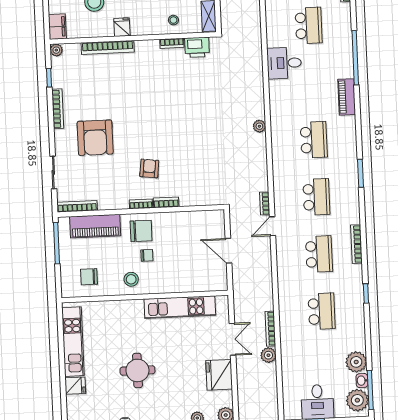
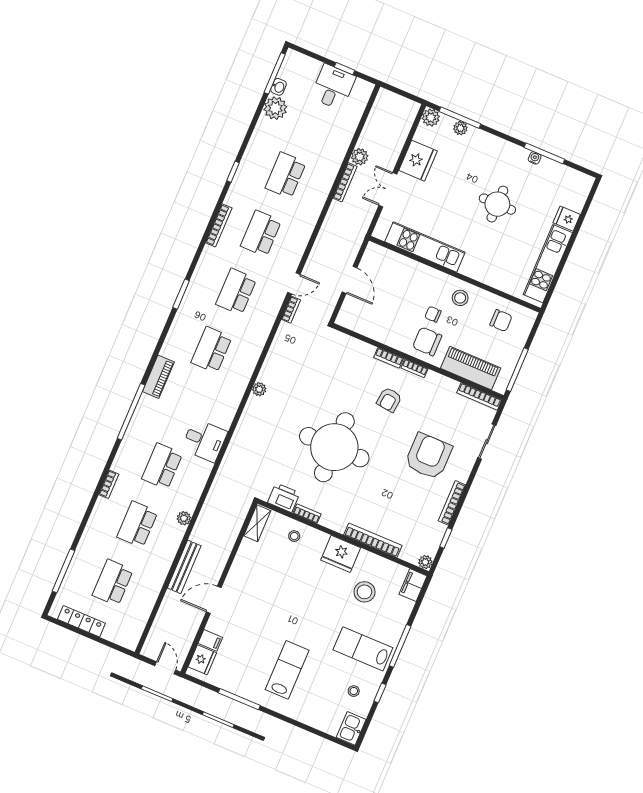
fridge: (122, 27) -> (341, 554), width x1.88, depth x1.34
round table: (175, 108) -> (334, 447), added
plant: (357, 400) -> (293, 69), removed

